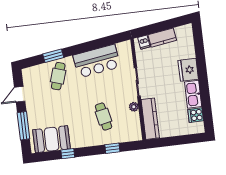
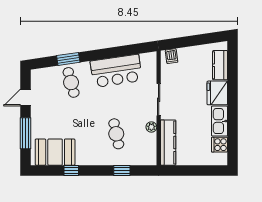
kitchen counter: (162, 38) -> (220, 65), moved, turned 98
cafe table: (58, 76) -> (71, 82), turned -33

